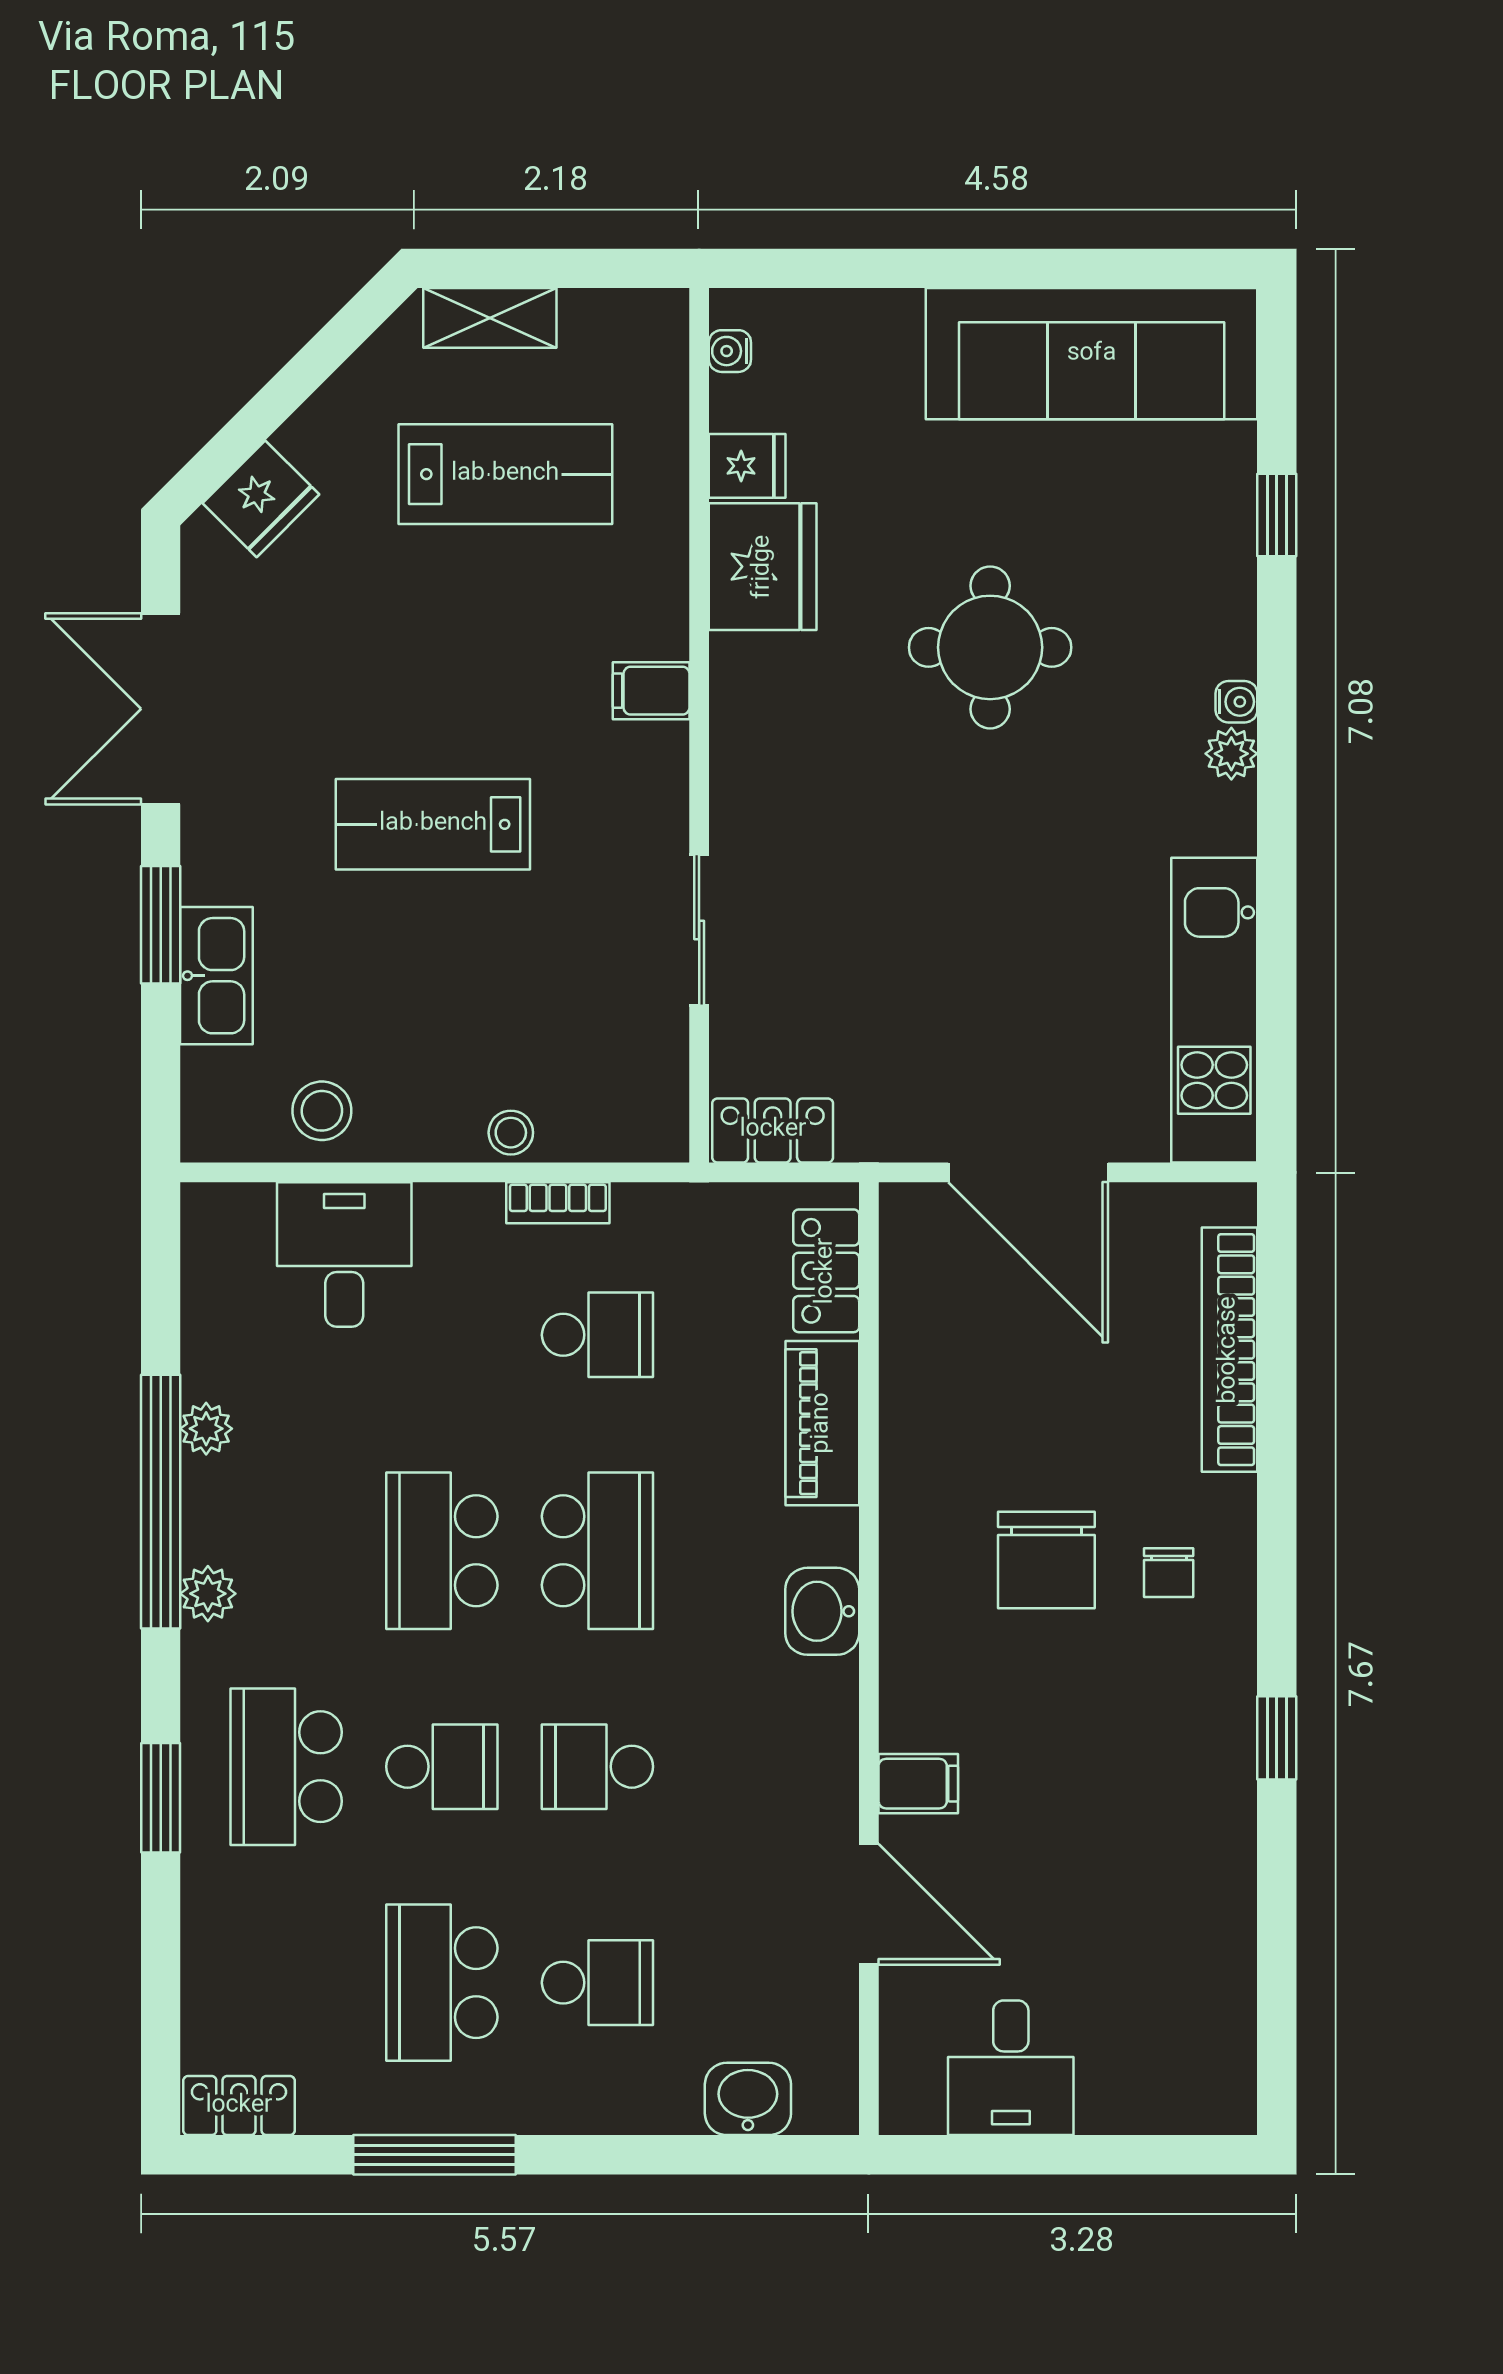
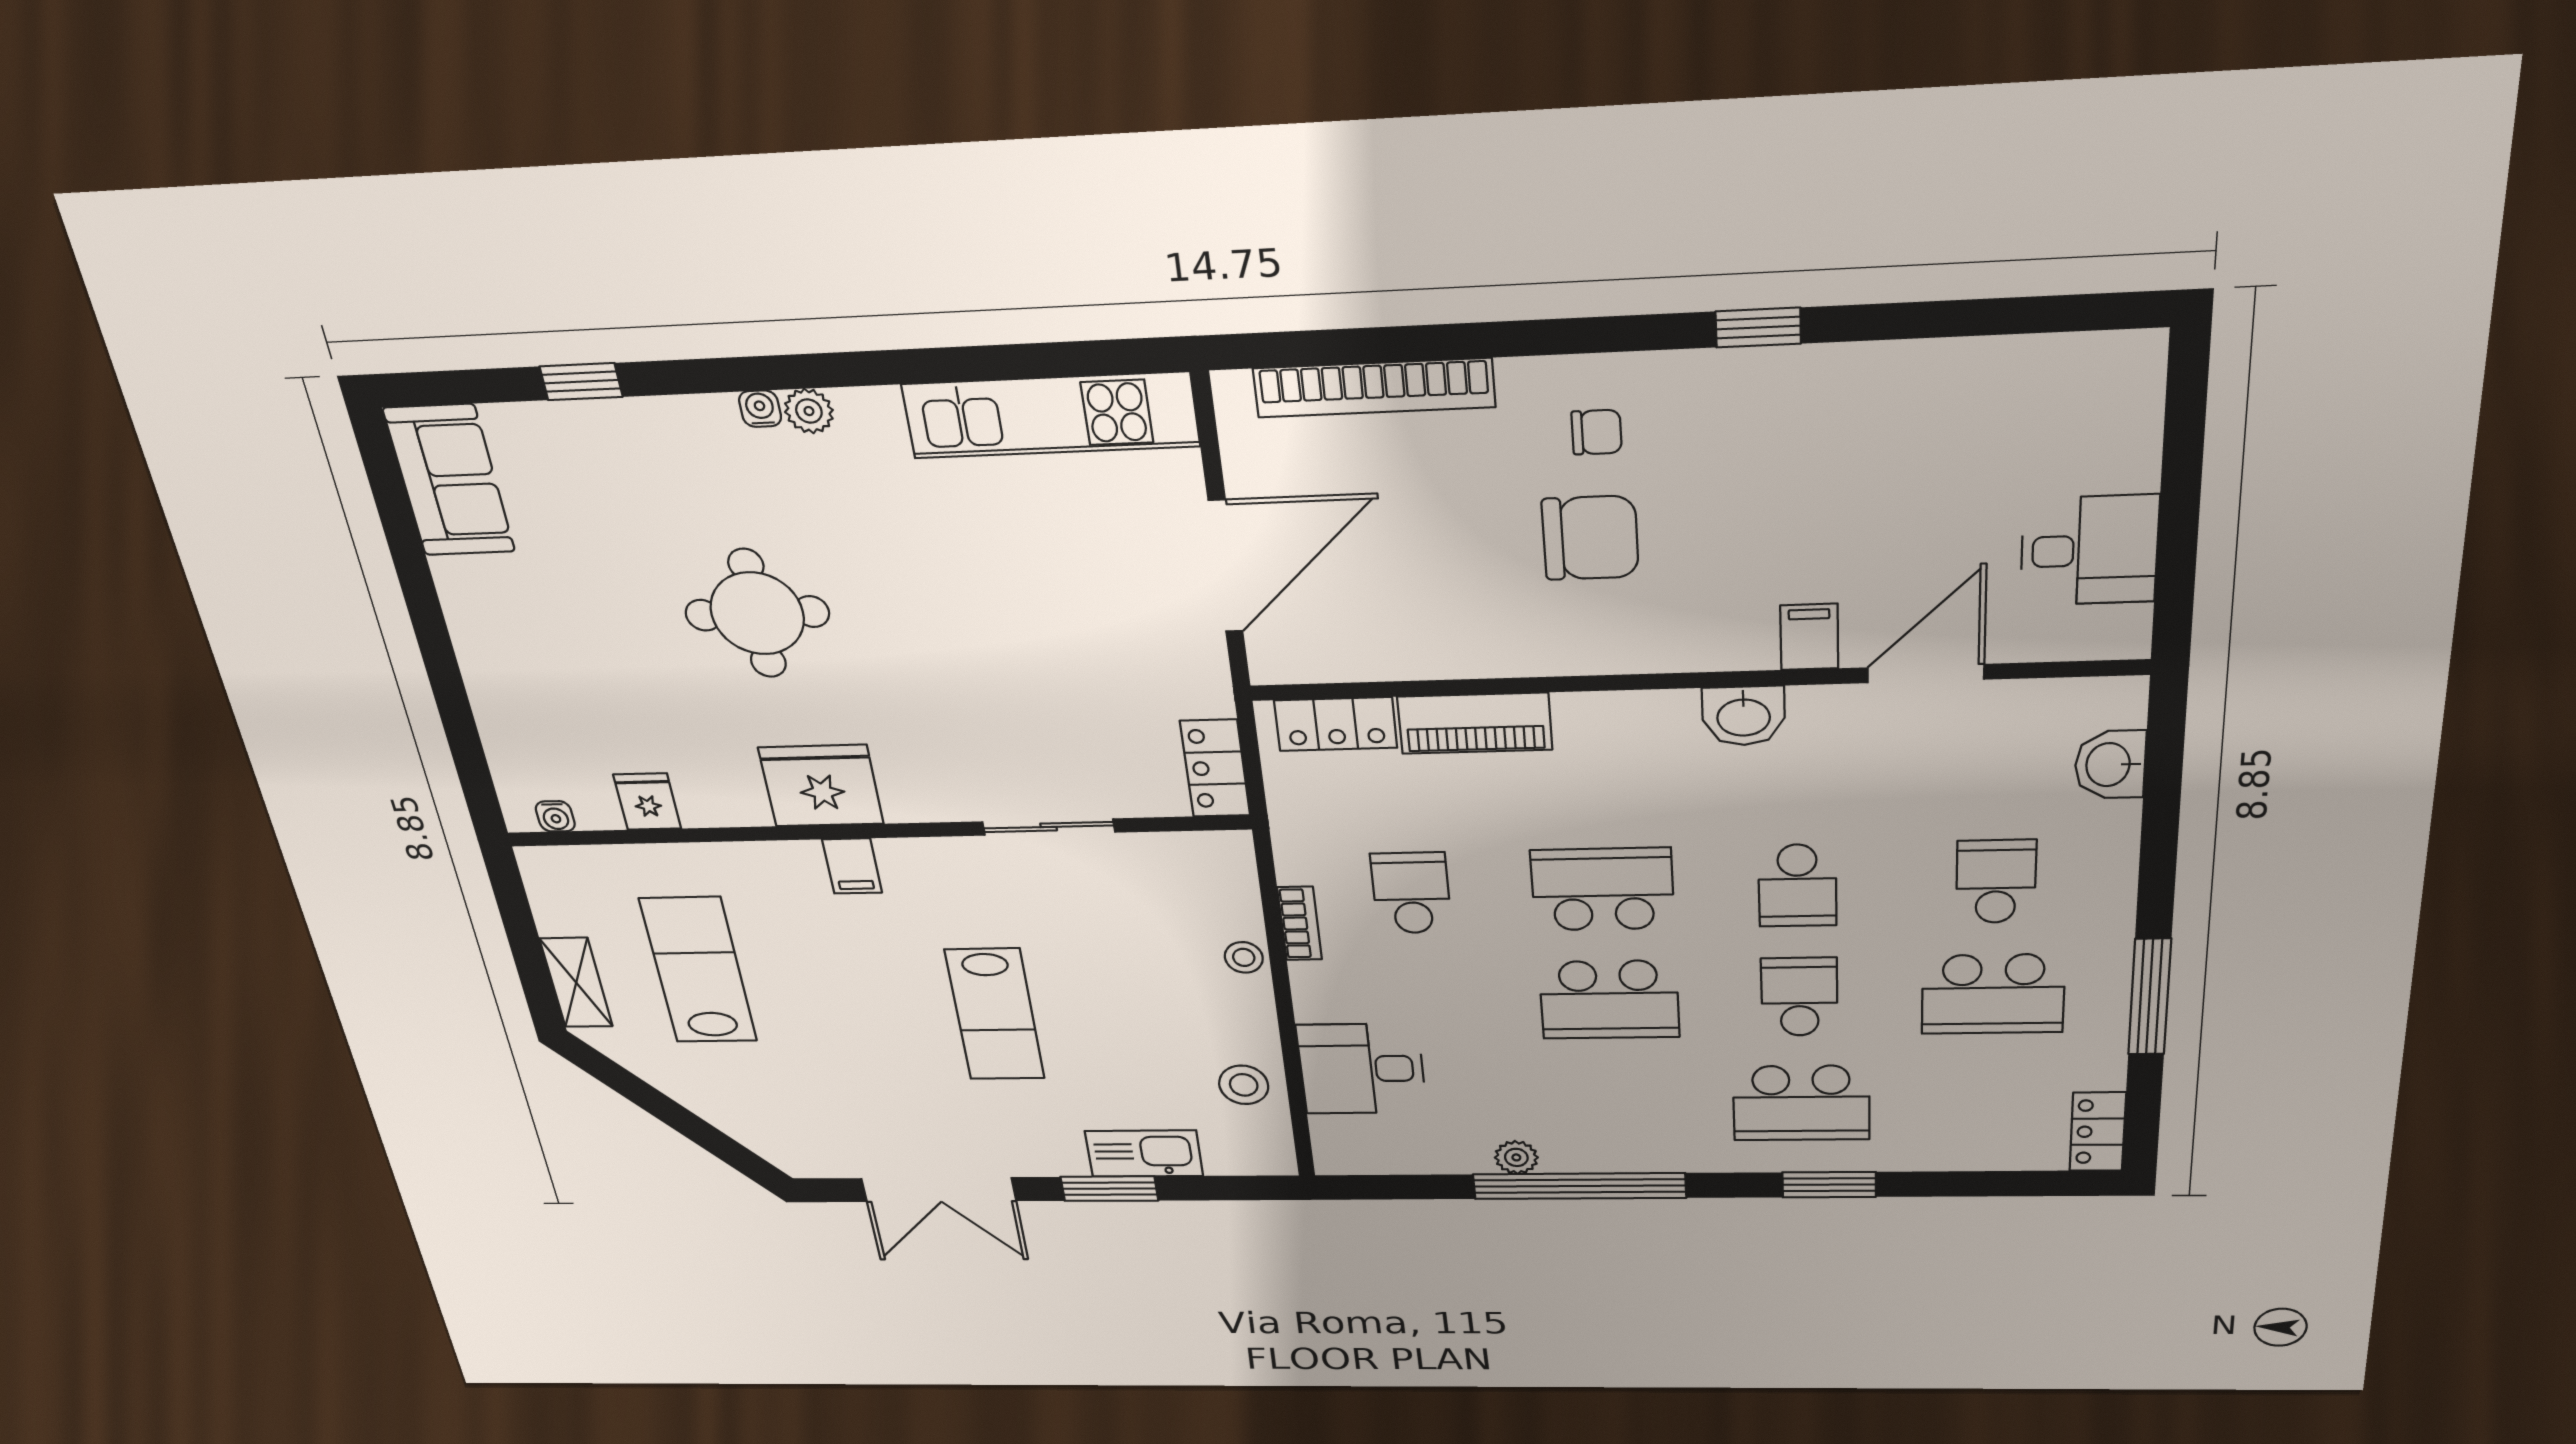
sofa: (1092, 354) -> (449, 480), width x0.54, depth x0.79
fridge: (261, 499) -> (759, 1129), removed
fridge: (763, 567) -> (821, 786), moved
plant: (208, 1594) -> (1655, 1155), removed
washbasin: (822, 1611) -> (1744, 716), moved

